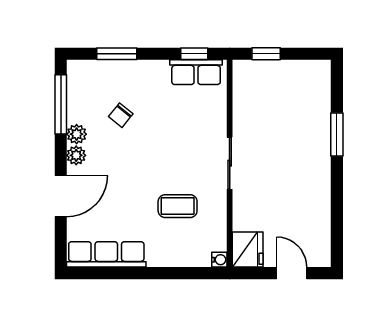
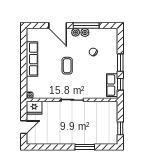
window: (117, 54) -> (120, 63), moved
window: (266, 54) -> (120, 128), moved
window: (61, 104) -> (86, 26), moved
coffee table: (178, 206) -> (67, 66), moved
row of seats: (106, 254) -> (32, 59), moved

